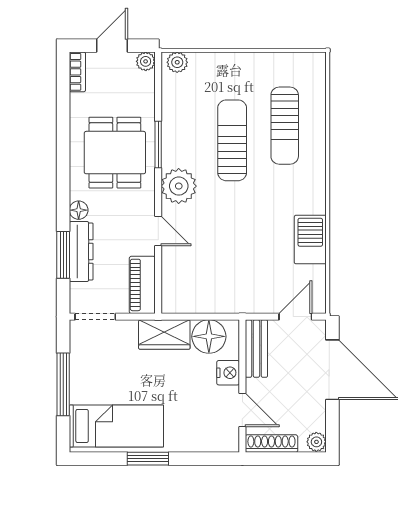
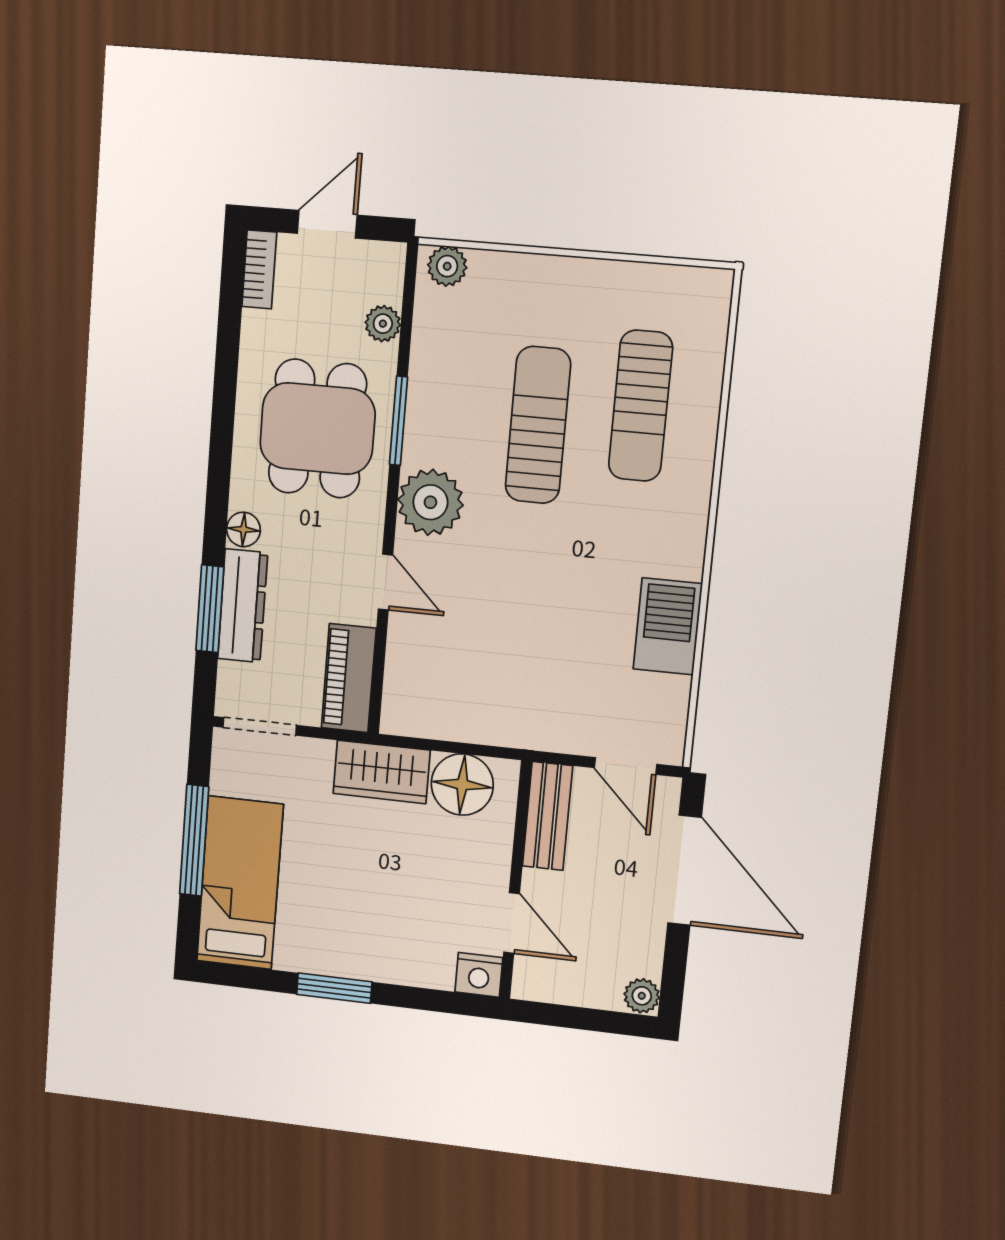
plant: (146, 61) -> (383, 324), moved
door: (295, 317) -> (626, 766), swing flipped
nightstand: (228, 373) -> (479, 975), moved, turned 90
bed: (116, 426) -> (240, 883), moved, turned -90
shoe rack: (271, 444) -> (559, 989), removed

